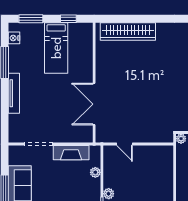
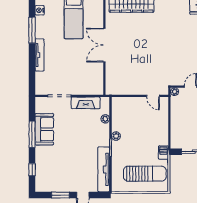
double door: (94, 104) -> (104, 45), moved
door: (125, 144) -> (153, 96), moved

